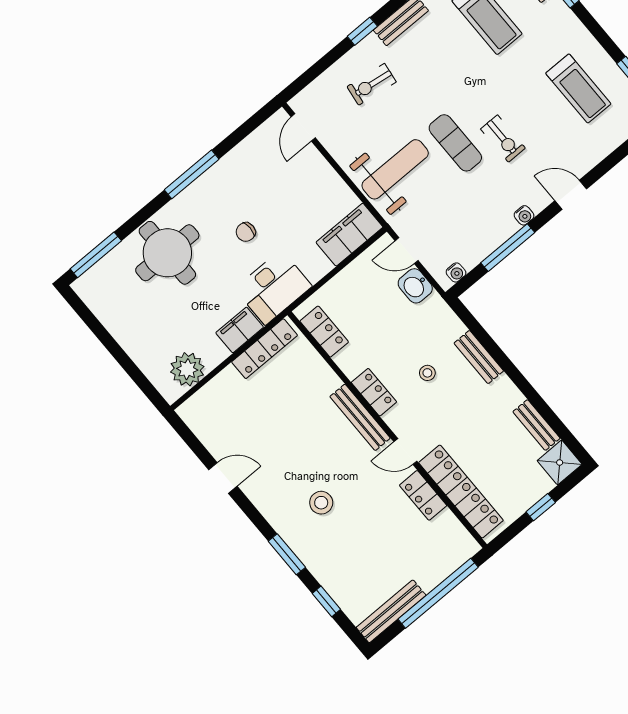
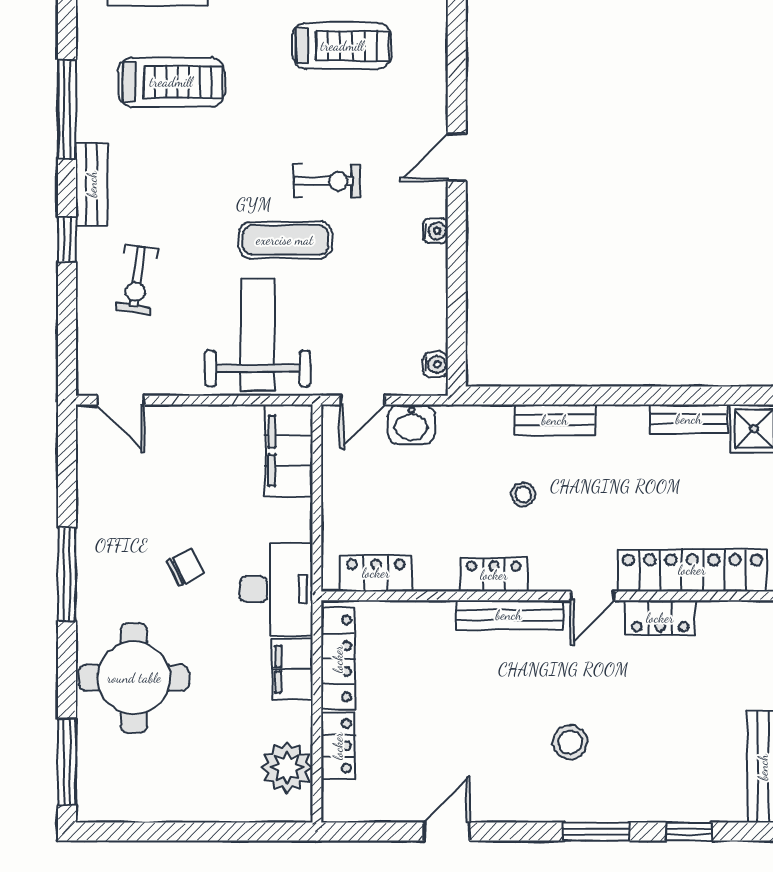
chair: (246, 232) -> (185, 567), turned -116
window: (508, 248) -> (457, 281), removed
locker: (220, 386) -> (338, 746), added

